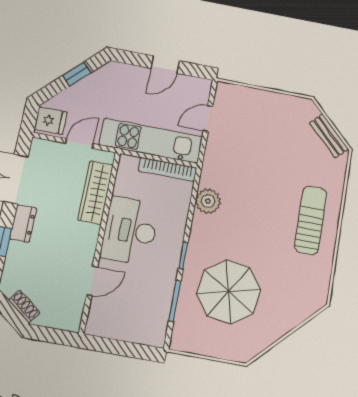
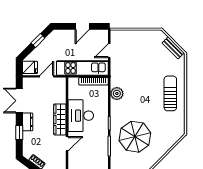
wardrobe: (96, 193) -> (60, 119), moved

